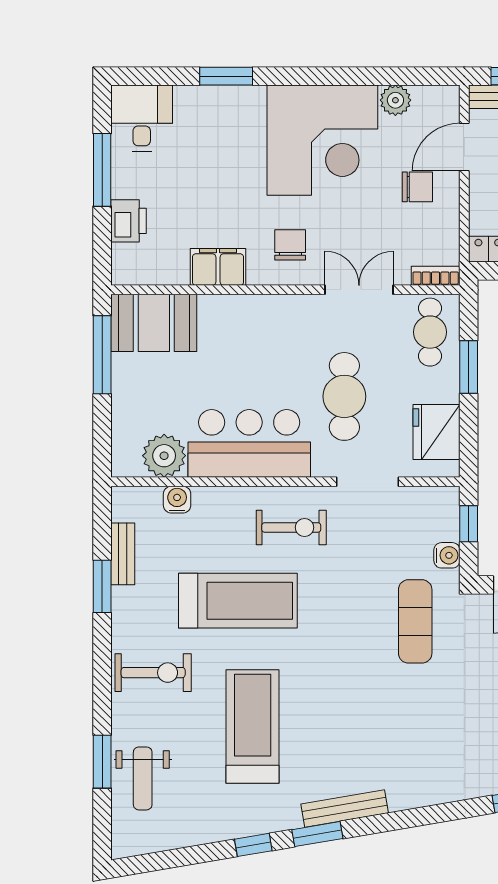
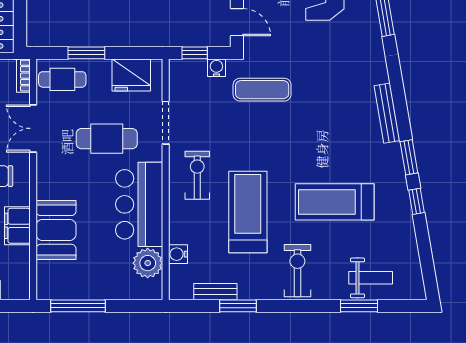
booth: (154, 323) -> (56, 230), moved
bench: (345, 809) -> (387, 113), moved

